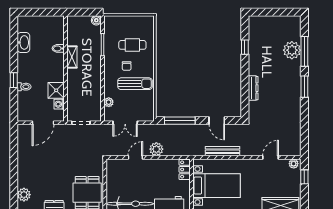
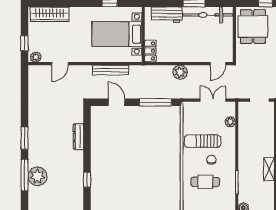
door: (135, 157) -> (218, 64), moved

